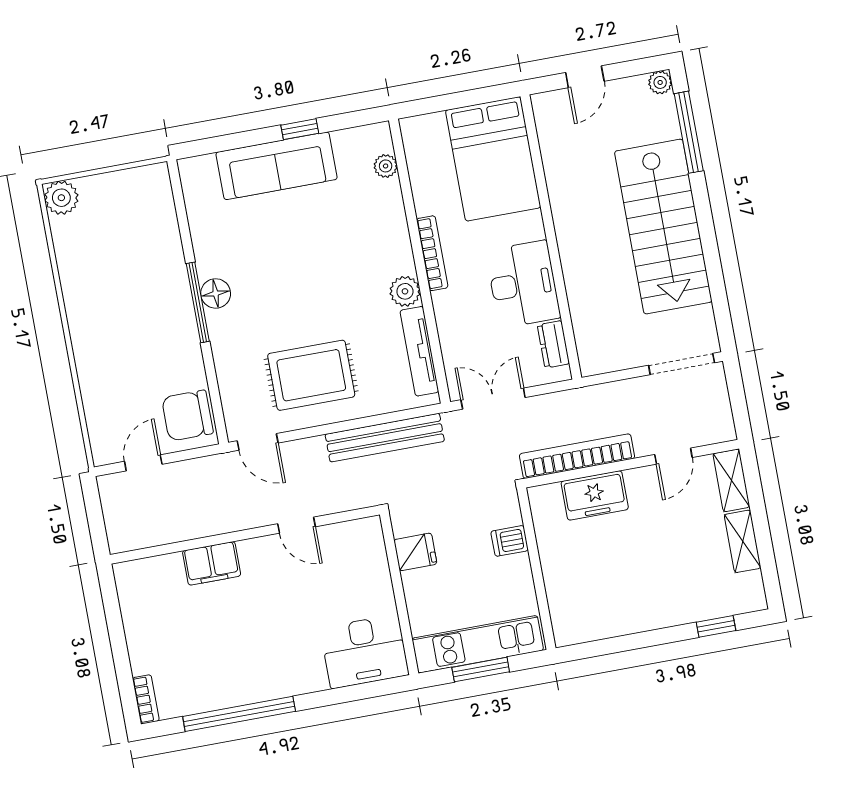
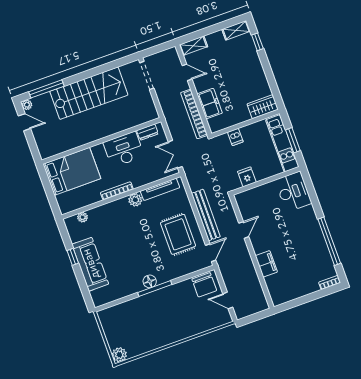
door: (585, 77) -> (24, 122), moved
bench: (385, 438) -> (206, 215), moved
shelving: (743, 541) -> (236, 30), moved
wardrobe: (568, 614) -> (263, 107), added

